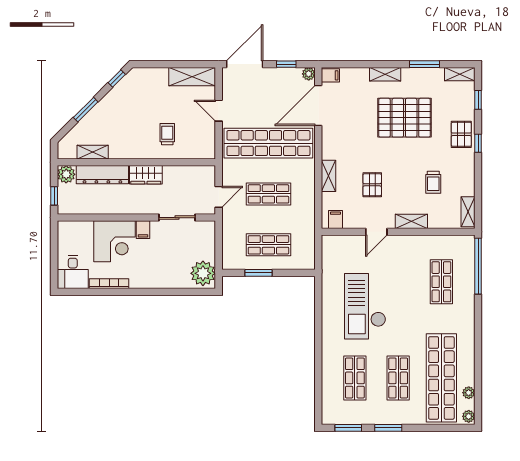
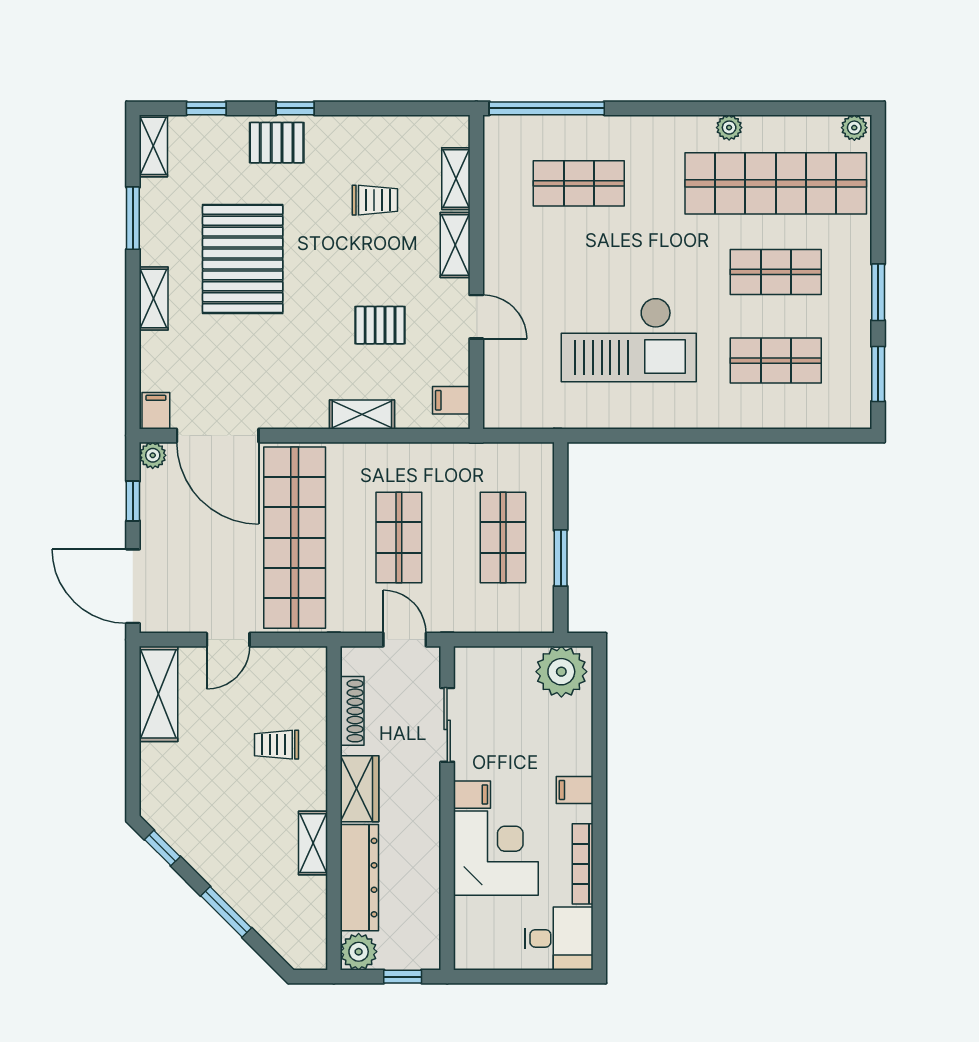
shelving: (93, 152) -> (313, 843), moved
shoe rack: (184, 171) -> (352, 711), added
shelving: (468, 212) -> (456, 179), moved, turned 90
filing cabinet: (145, 280) -> (575, 790), added
plant: (469, 393) -> (729, 128), moved

